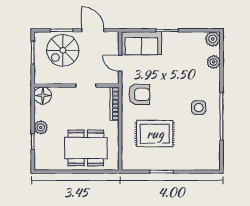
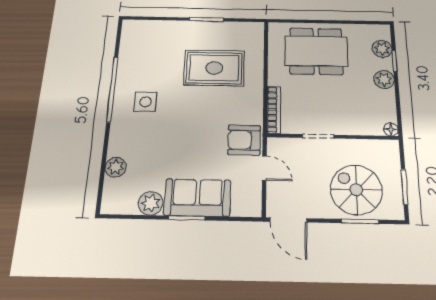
door: (93, 30) -> (288, 220), moved
plant: (213, 39) -> (151, 203), moved
sofa: (141, 43) -> (197, 198), moved
spiral stairs: (63, 50) -> (356, 190), turned -90
armchair: (139, 94) -> (244, 140), moved
floor lamp: (43, 95) -> (391, 129), width x0.53, depth x0.53
plant: (41, 151) -> (382, 49), added

